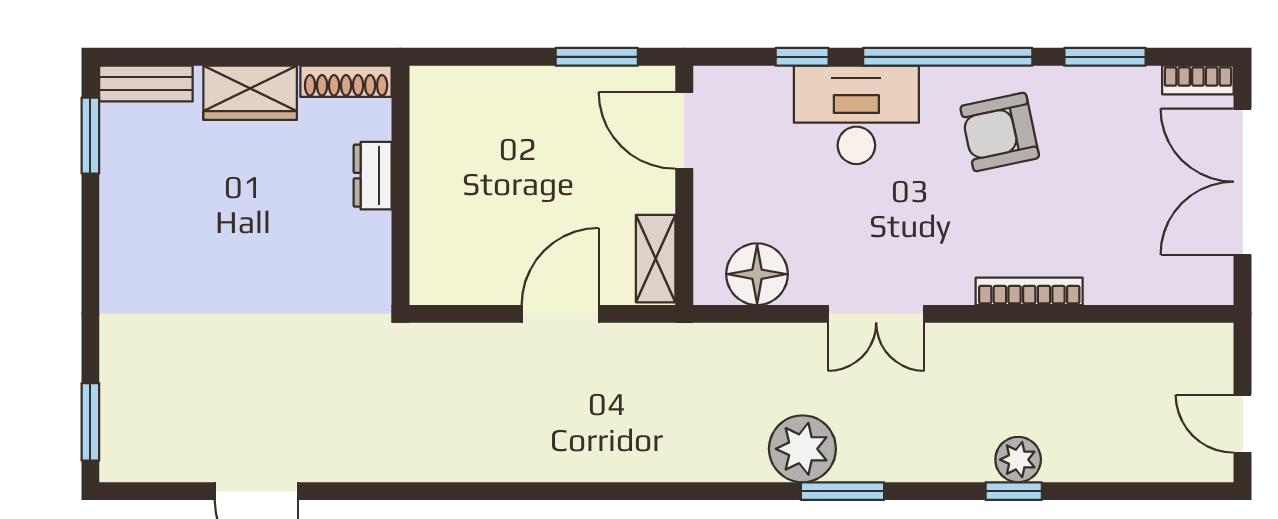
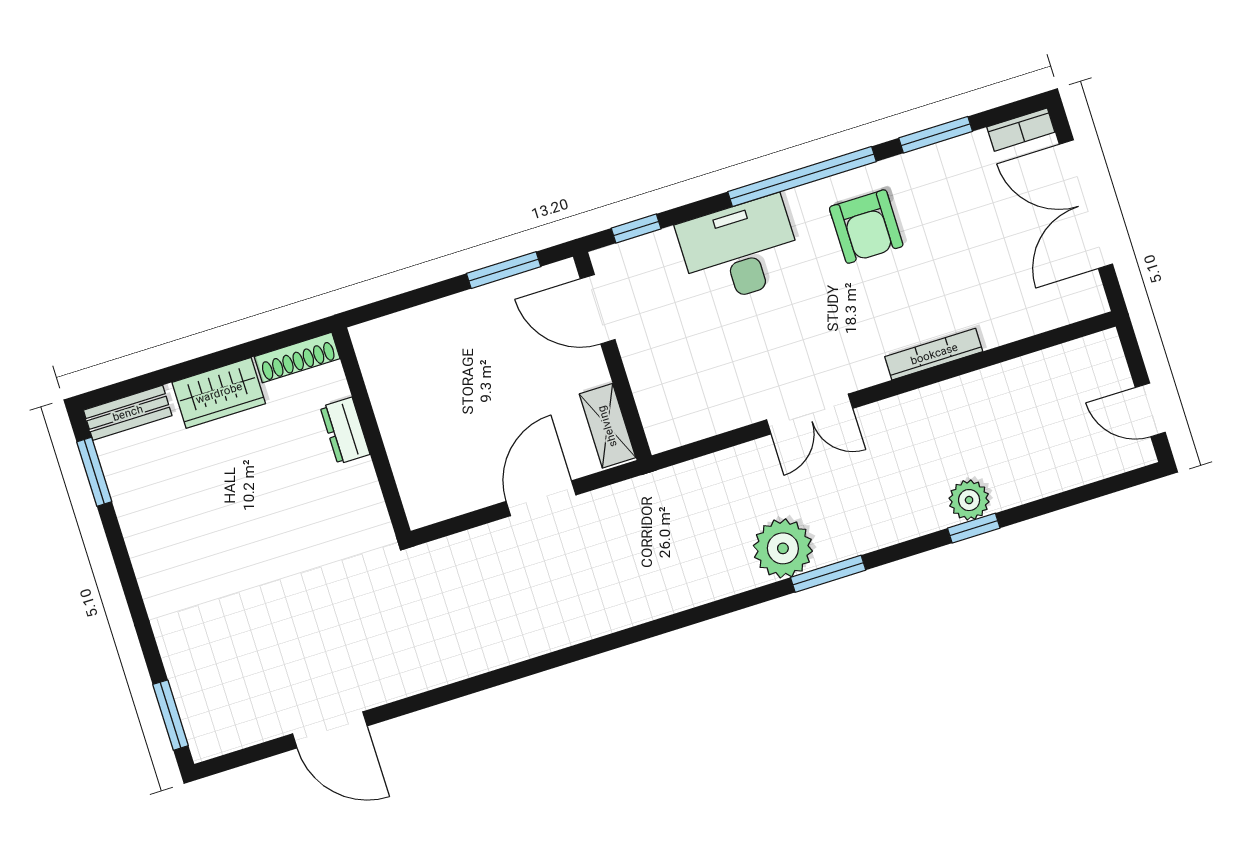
window: (802, 57) -> (636, 229), moved
armchair: (1000, 132) -> (866, 227), turned -78
floor lamp: (757, 274) -> (698, 412), removed

